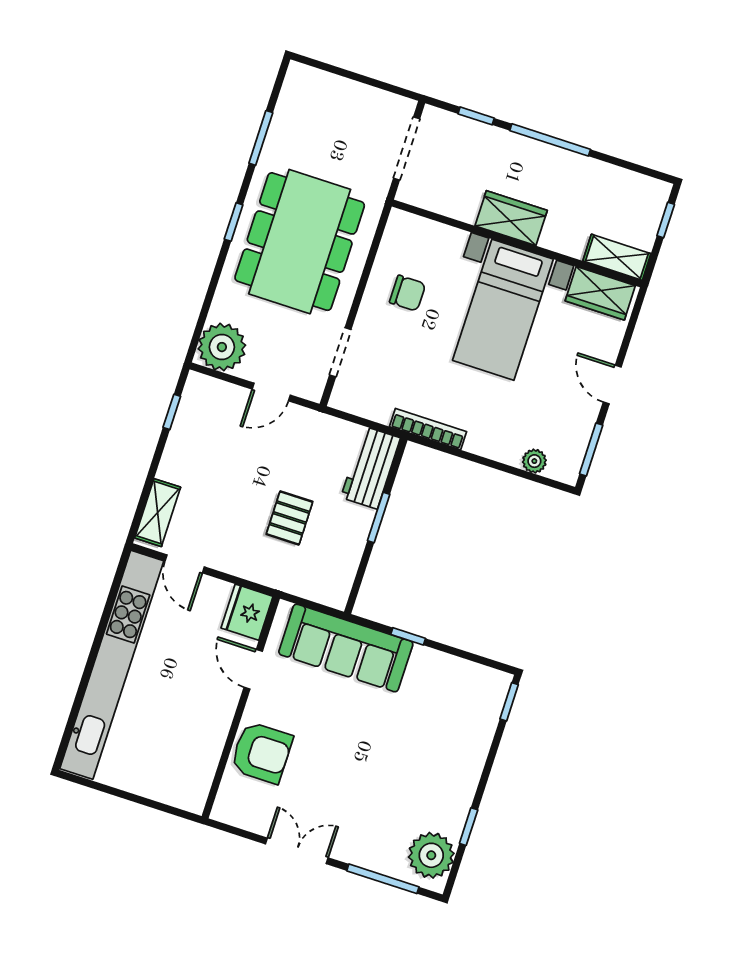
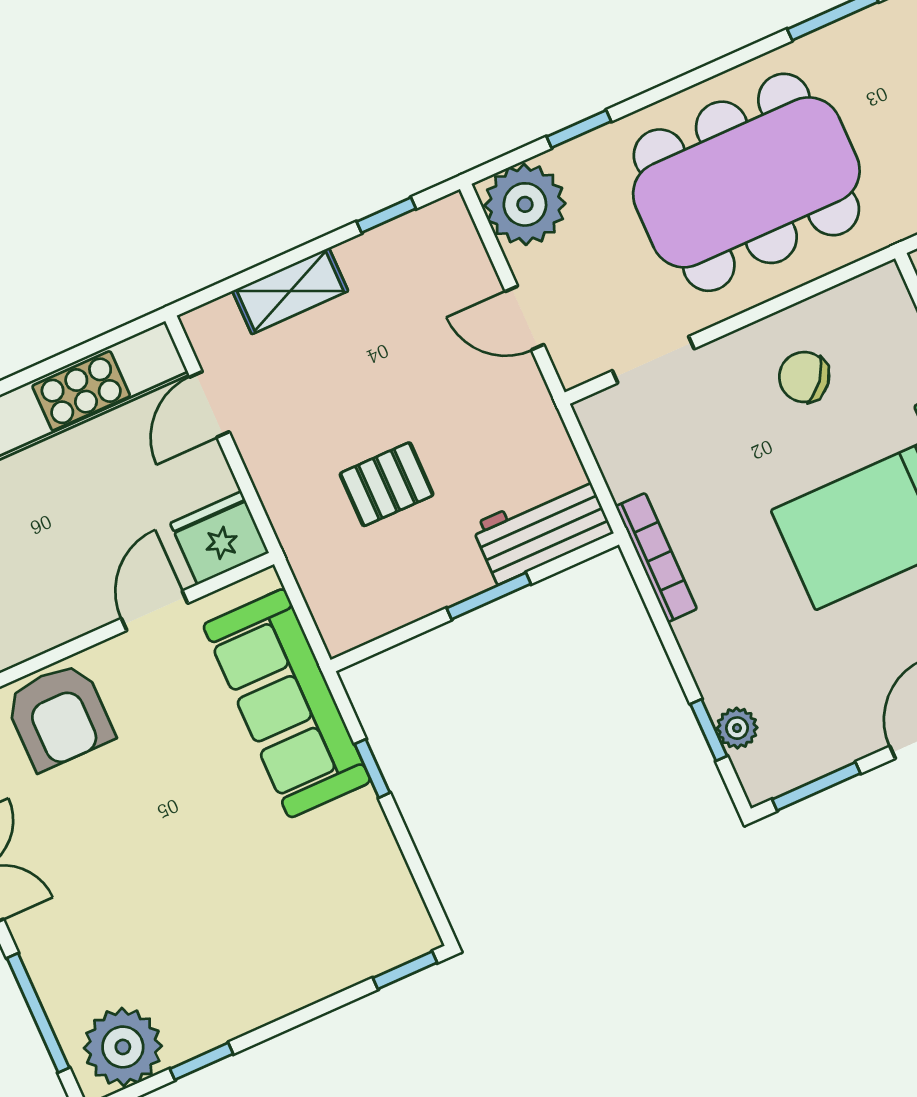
window: (234, 222) -> (579, 129), moved
chair: (408, 293) -> (804, 377), turned 129
window: (524, 474) -> (709, 730), added
shelving: (158, 513) -> (290, 291), moved

